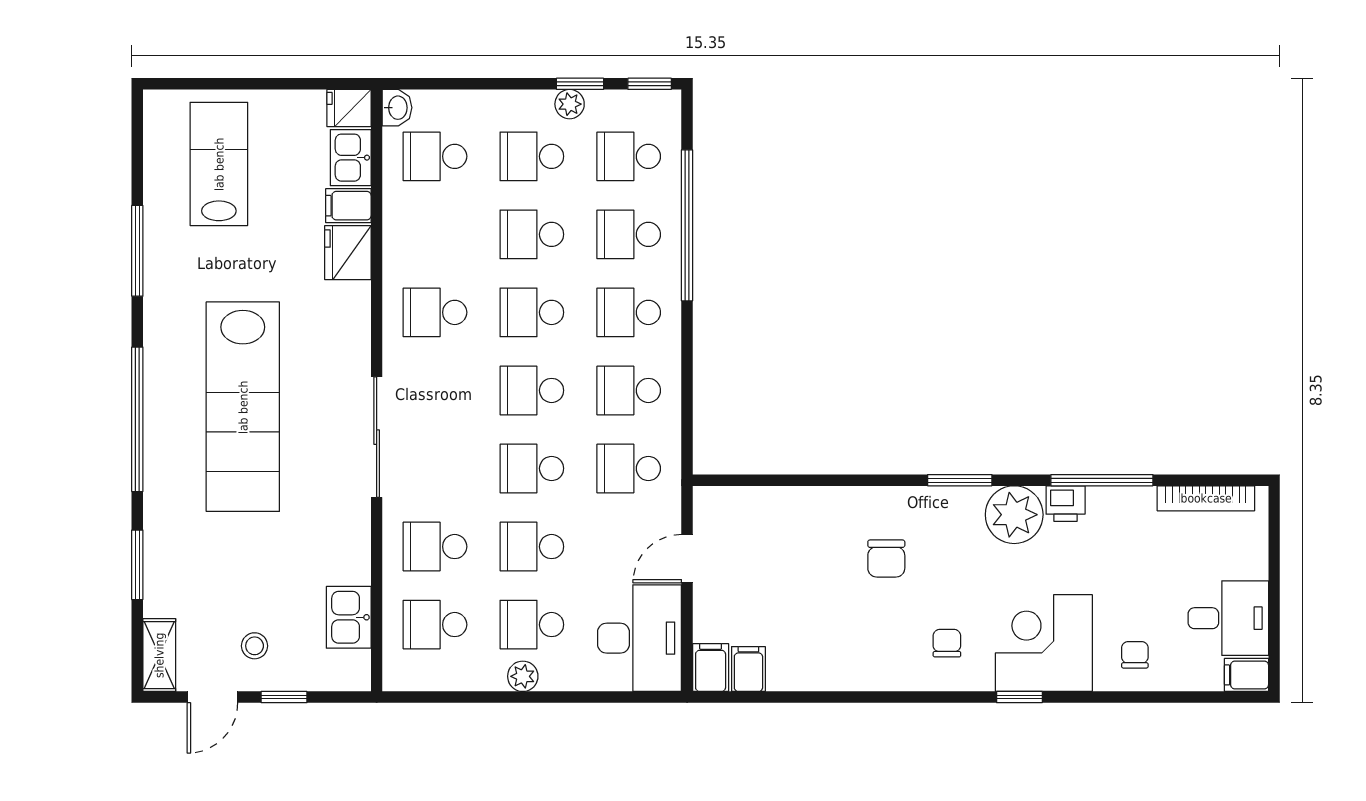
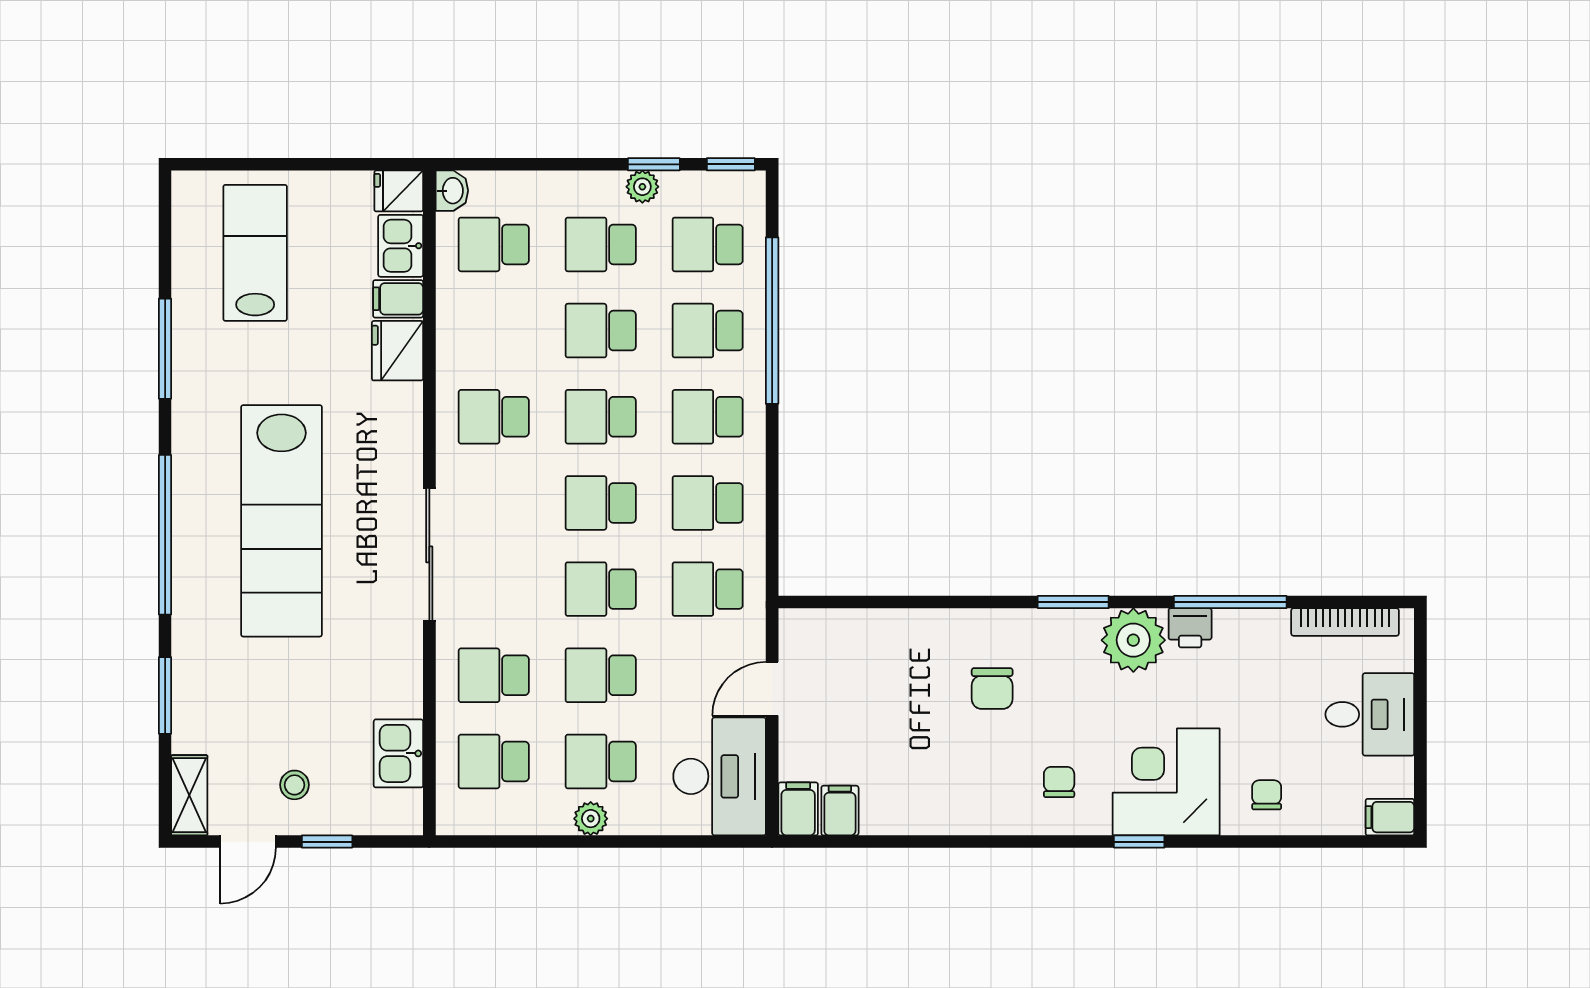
desk: (1228, 618) -> (1370, 714), moved

